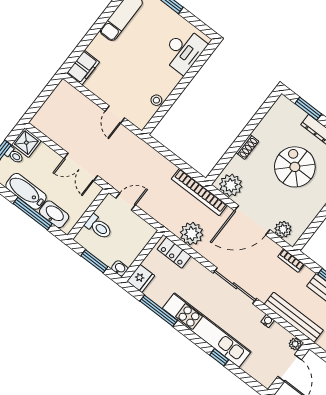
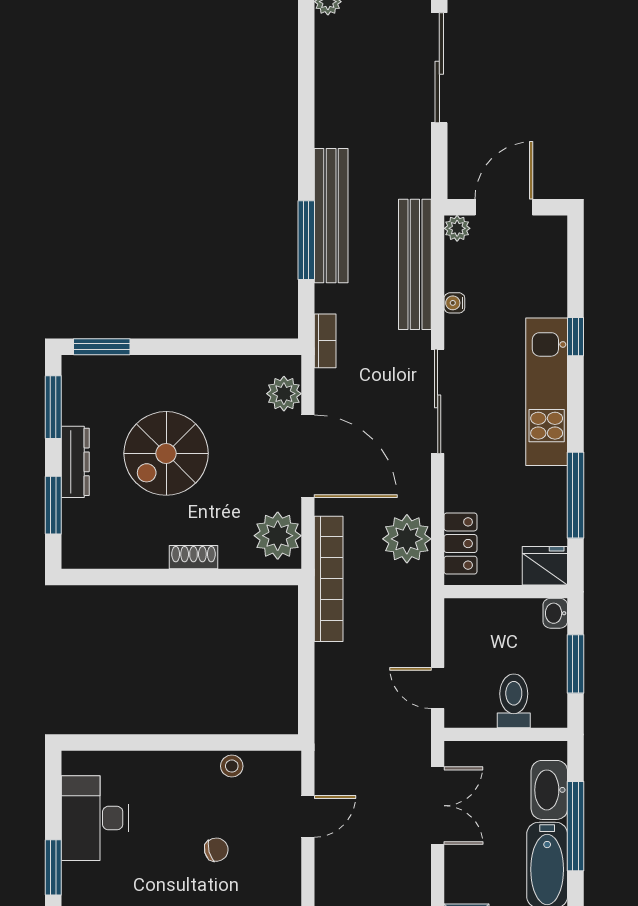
desk: (184, 51) -> (95, 818), moved, turned -90
chair: (129, 70) -> (216, 850), added
kitchen unit: (207, 330) -> (547, 392), width x0.73

